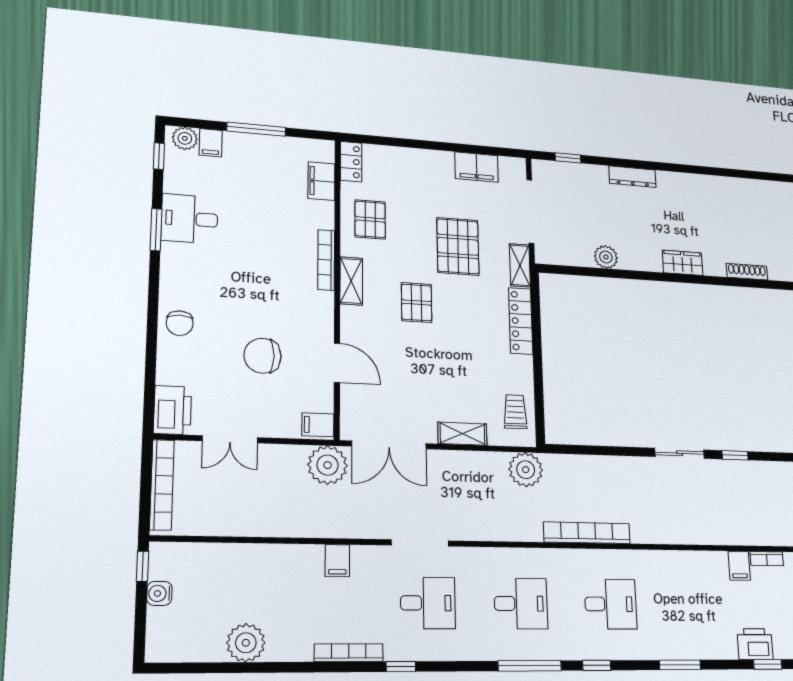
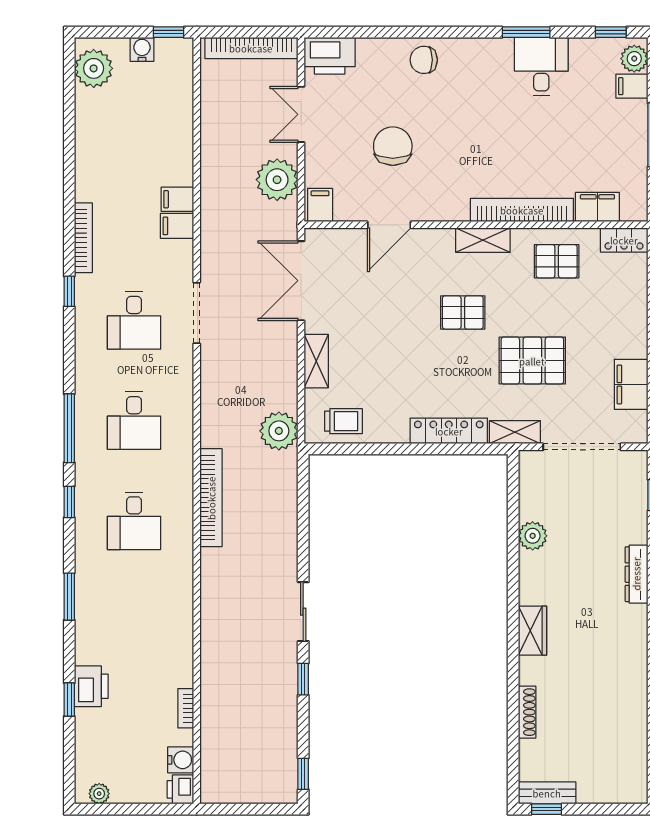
bookcase: (326, 260) -> (522, 210), width x1.48, depth x1.31
plant: (328, 465) -> (277, 180), moved
filing cabinet: (739, 566) -> (177, 199), moved
plant: (246, 643) -> (94, 68), moved

